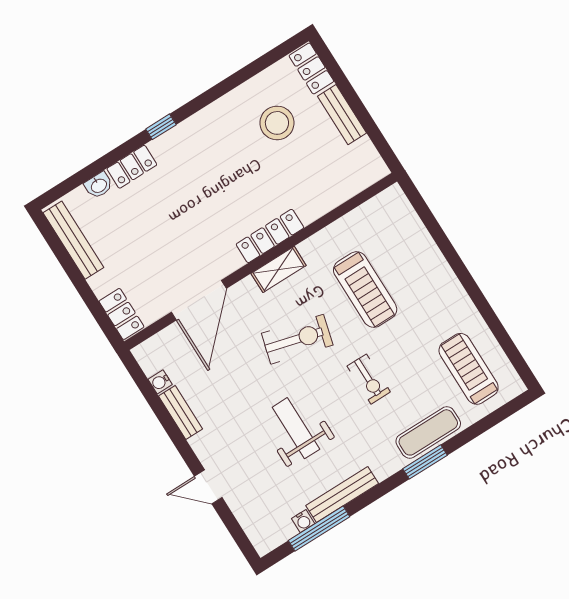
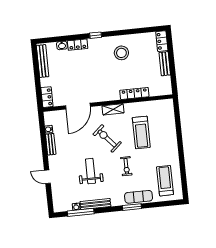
stool: (277, 123) -> (121, 53), moved
locker: (270, 236) -> (134, 93), moved
exercise bike: (297, 339) -> (107, 138), turned -146

